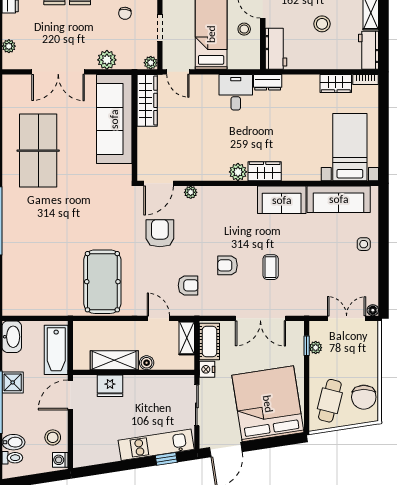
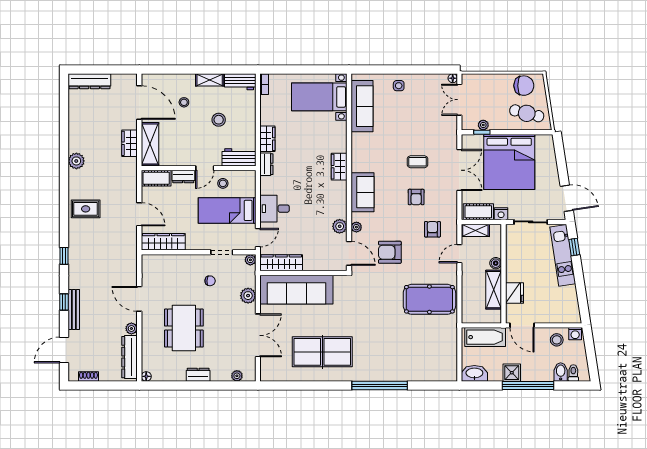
wardrobe: (336, 84) -> (267, 139), moved
desk: (236, 92) -> (275, 209), moved
plant: (238, 172) -> (340, 226), moved
sofa: (282, 200) -> (362, 192), moved
bed: (268, 404) -> (509, 162), moved, turned -81

